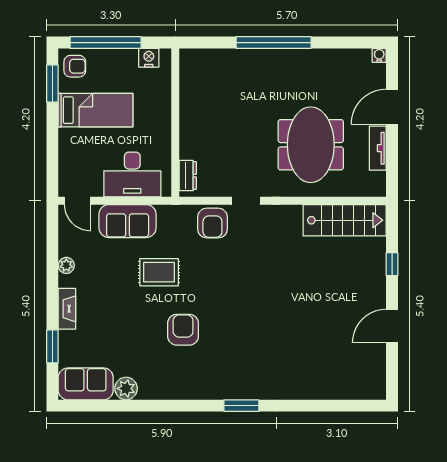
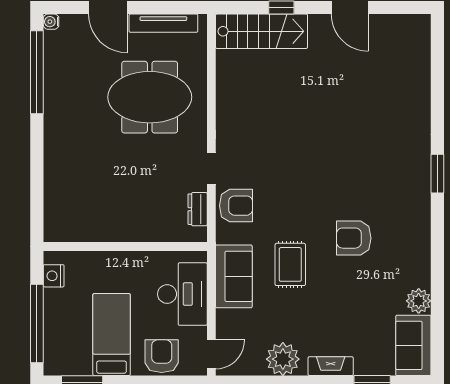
window: (274, 43) -> (37, 72), moved
armchair: (75, 66) -> (162, 356), moved, width x1.38, depth x1.38
tv unit: (378, 148) -> (163, 23), width x1.41
dresser: (188, 176) -> (198, 209), moved, turned -90
stairs: (345, 220) -> (262, 31), moved, turned 90
sofa: (128, 221) -> (234, 276), moved
plant: (66, 265) -> (283, 359), width x1.88, depth x1.88

